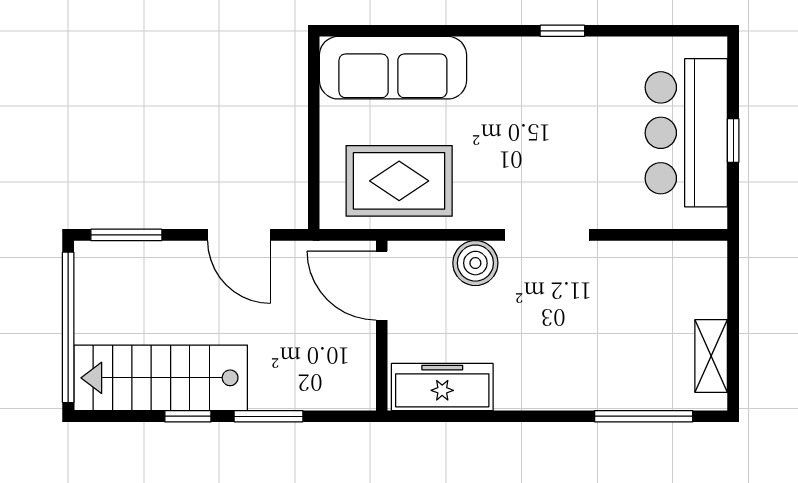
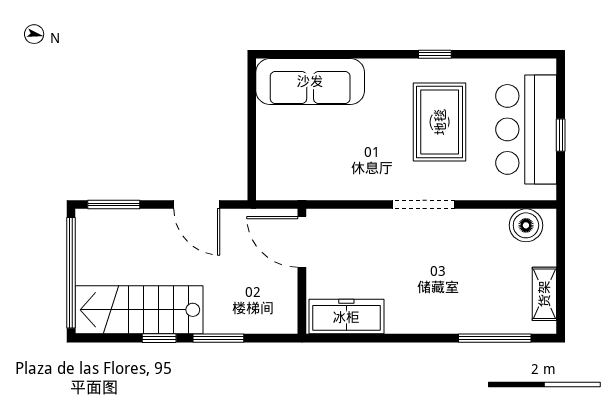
rug: (399, 181) -> (440, 122), moved, turned 90
boiler: (475, 263) -> (526, 225), moved

